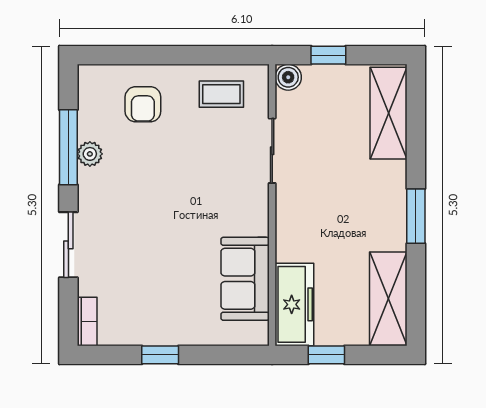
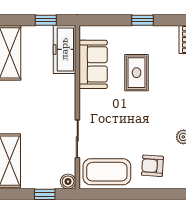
coffee table: (221, 94) -> (107, 172), width x1.86, depth x1.72
armchair: (143, 104) -> (152, 166), turned -86
rug: (170, 265) -> (137, 73), added

